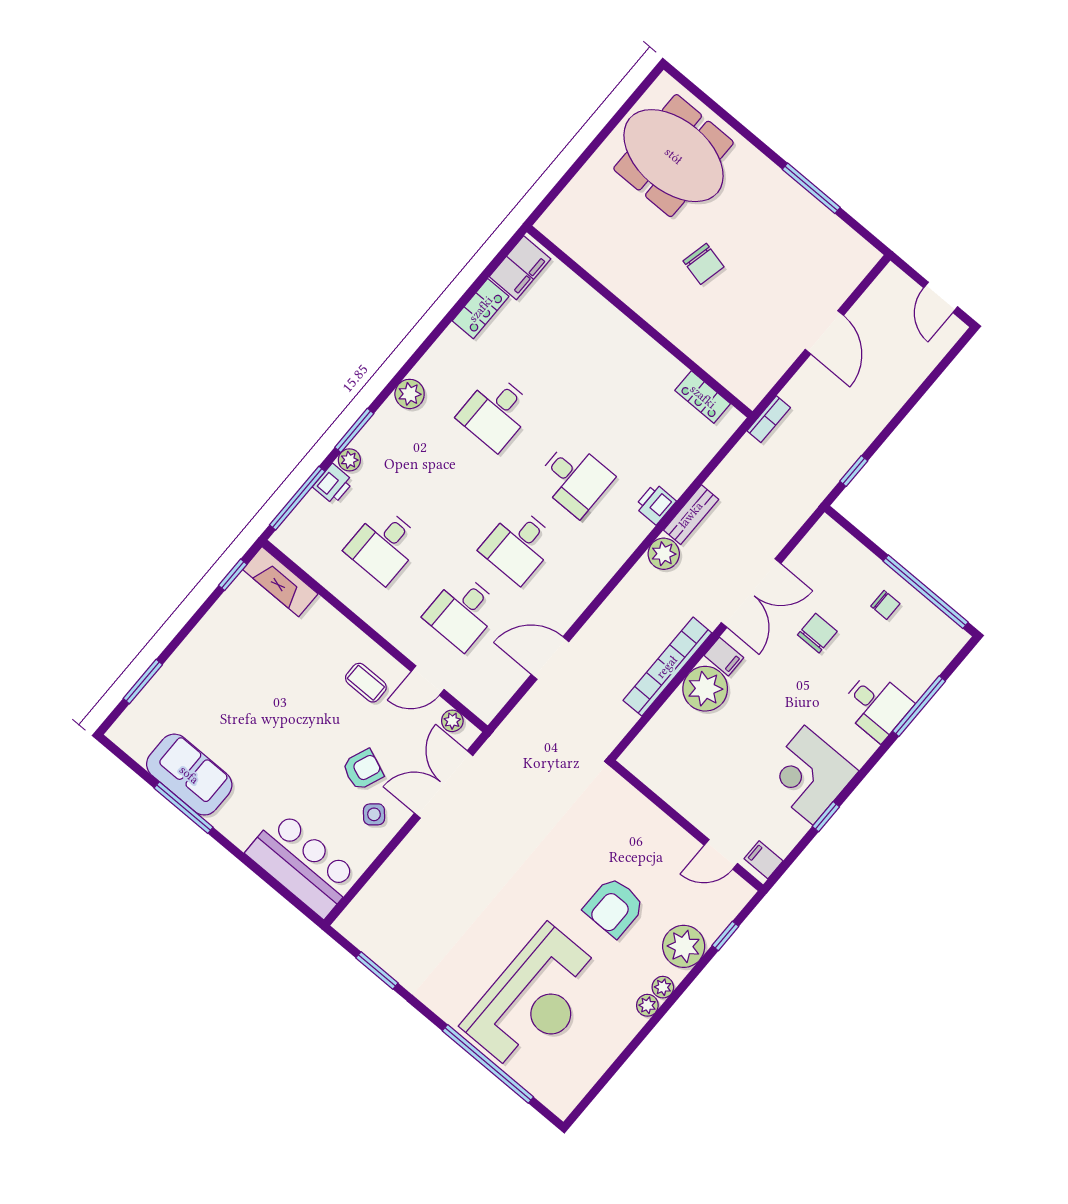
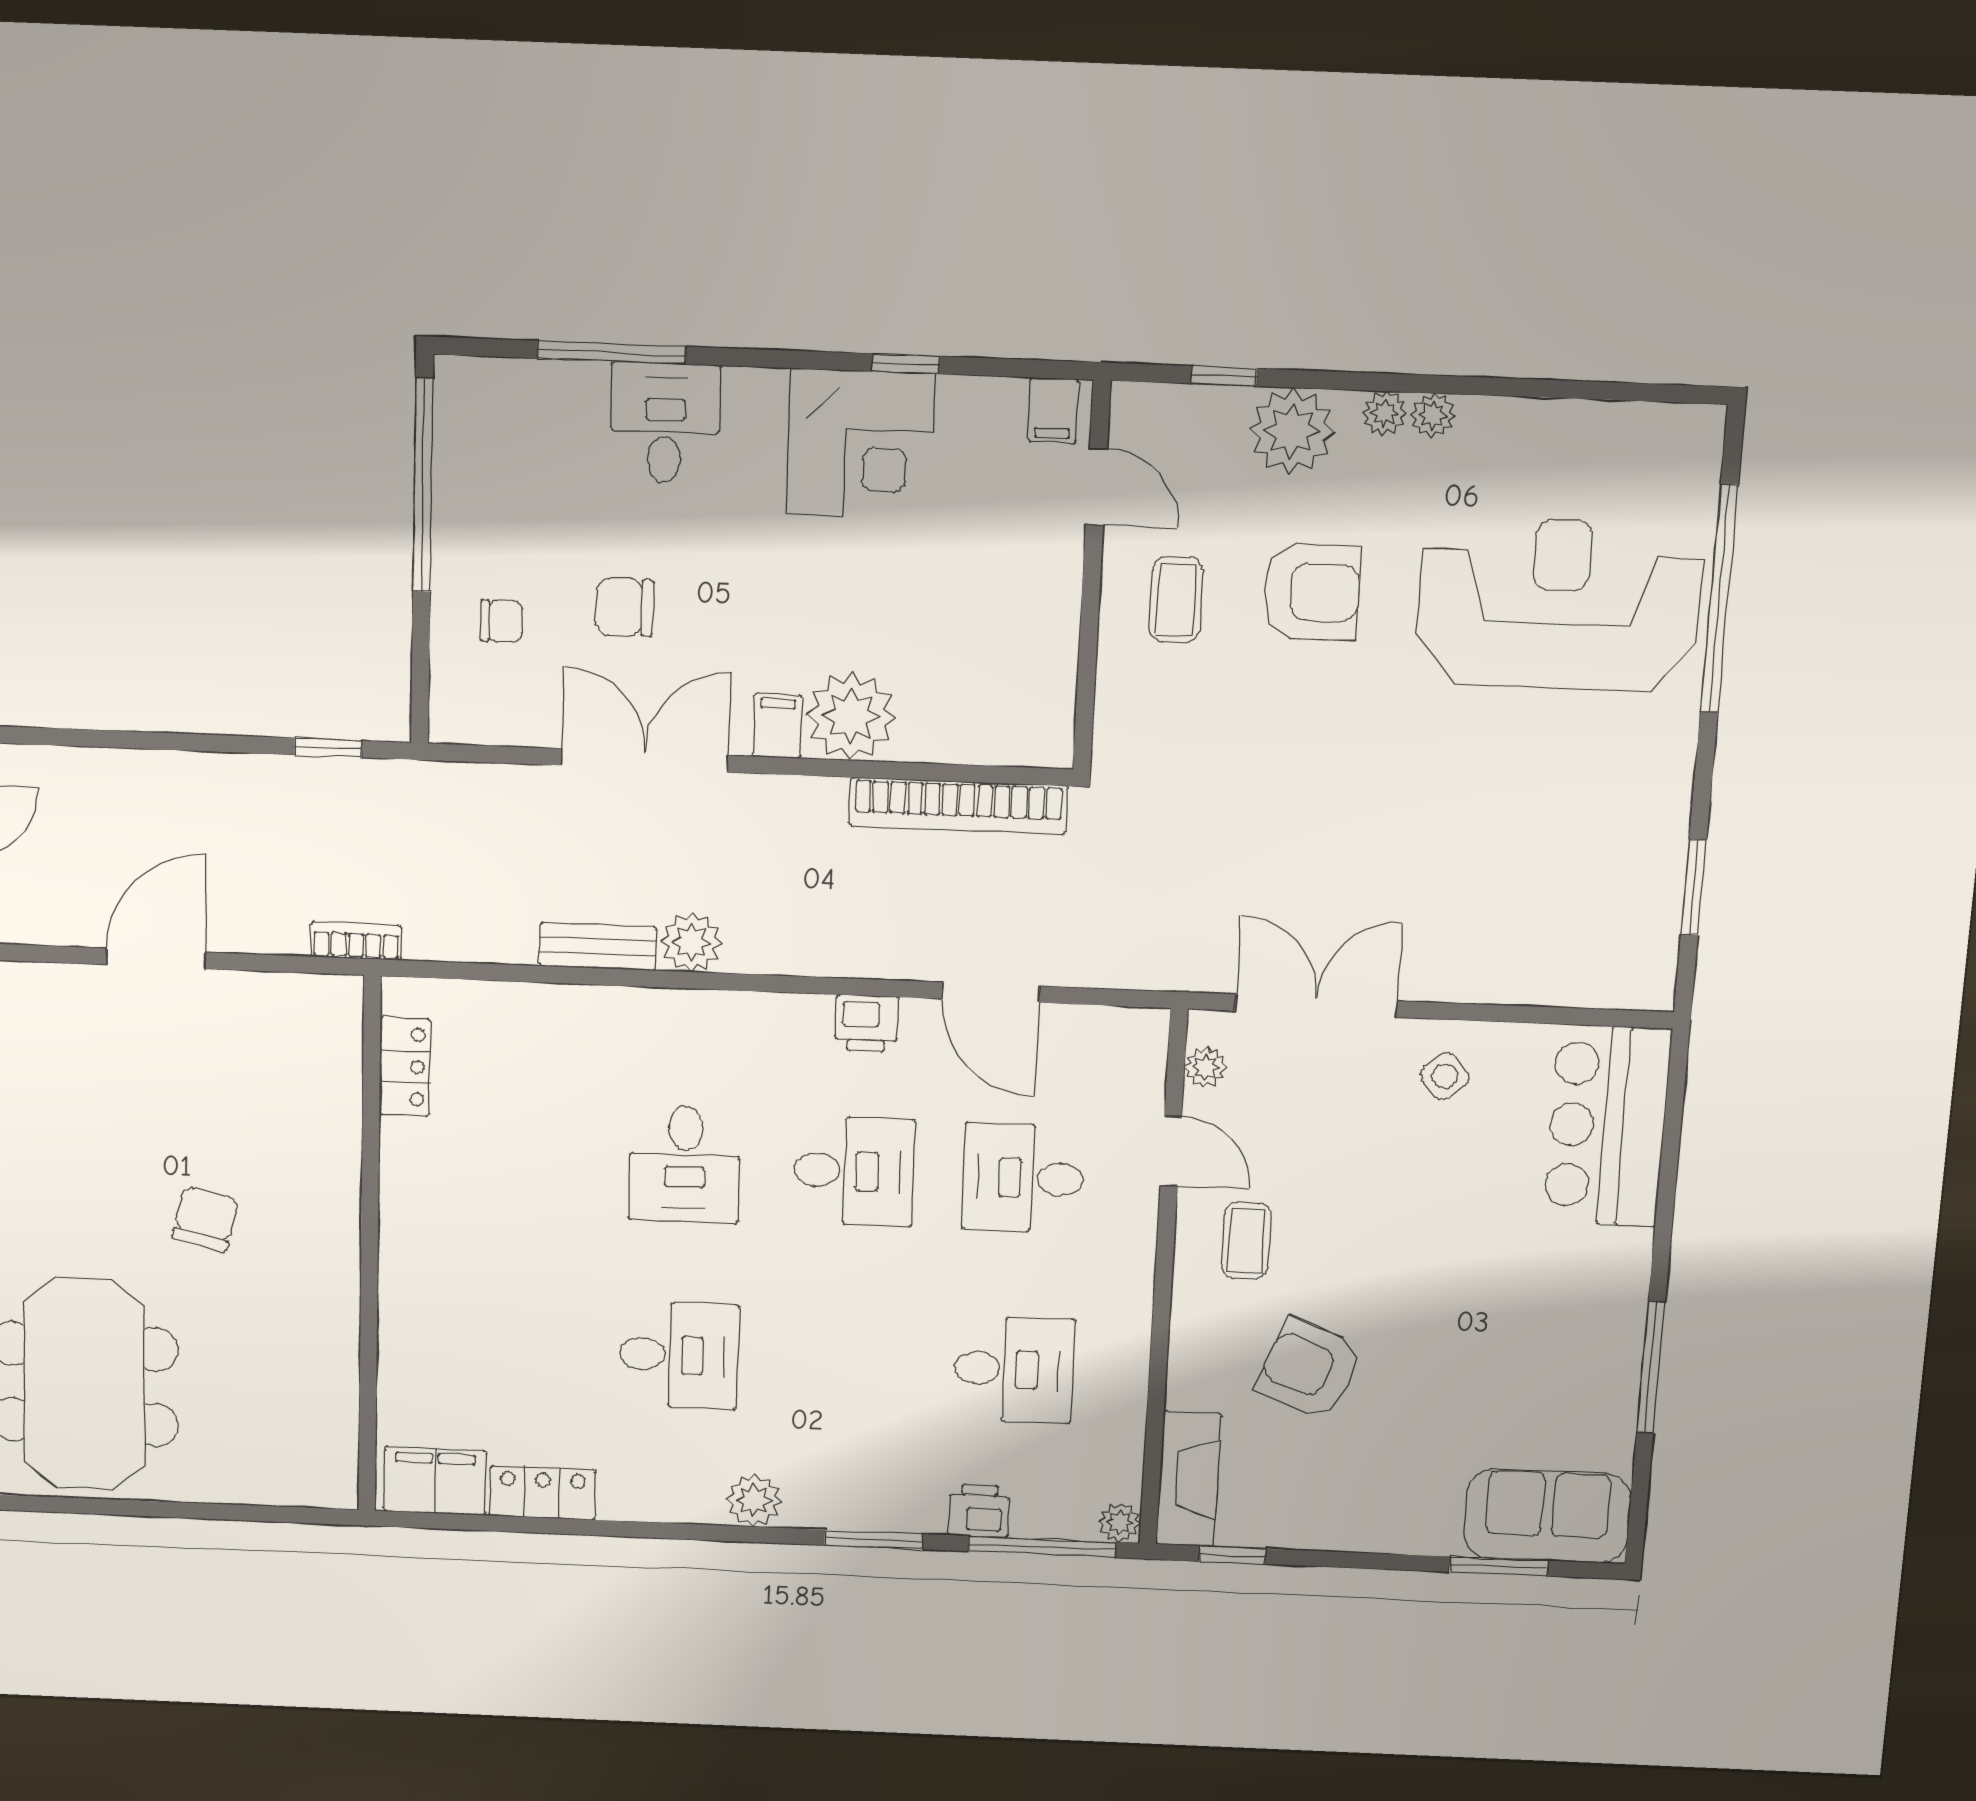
plant: (349, 460) -> (1120, 1523), moved
desk: (575, 479) -> (685, 1164), turned 180
printer: (655, 504) -> (866, 1023), moved
chair: (885, 605) -> (502, 621), moved, turned 90
desk: (462, 612) -> (1023, 1178), turned 180
bookcase: (667, 667) -> (958, 806), moved
armchair: (363, 770) -> (1309, 1369), moved, width x1.38, depth x1.38
sofa: (189, 775) -> (1547, 1516), moved, turned 90
double door: (444, 784) -> (1316, 1006), swing flipped
coffee table: (652, 852) -> (1176, 600), added

